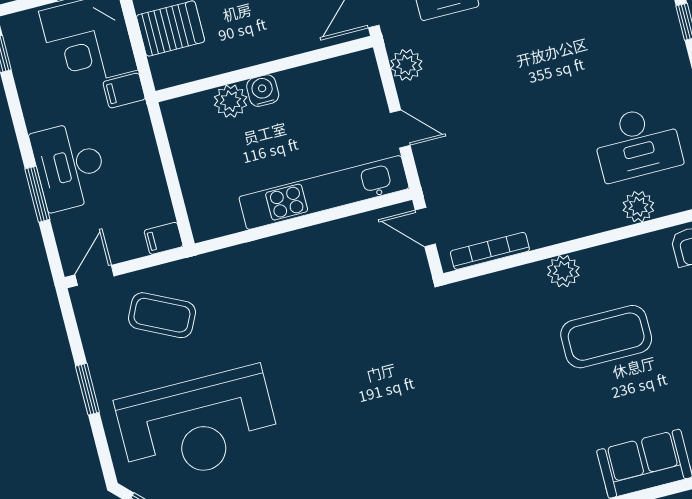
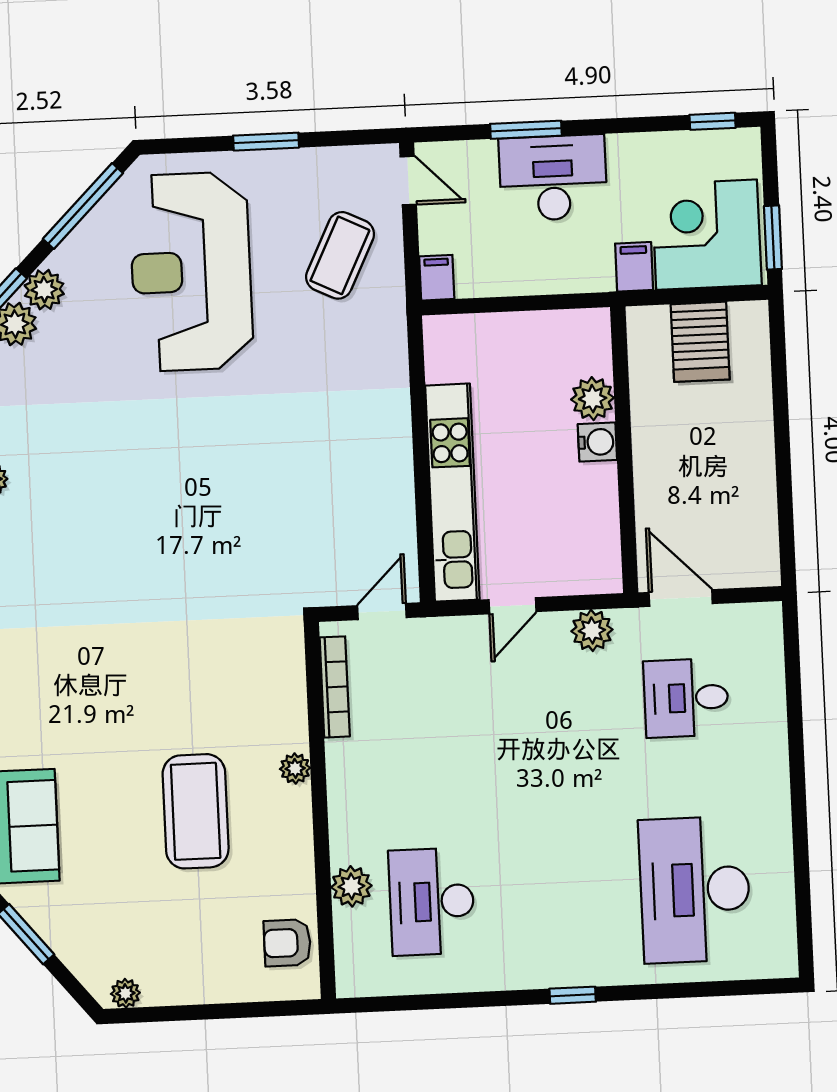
plant: (563, 271) -> (295, 768), width x0.73, depth x0.73

